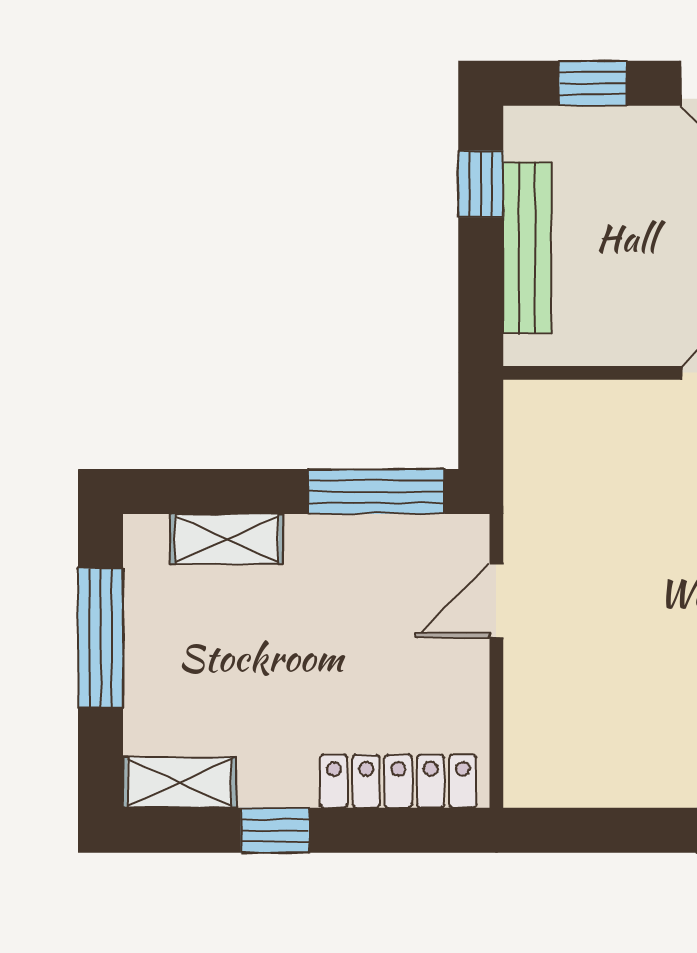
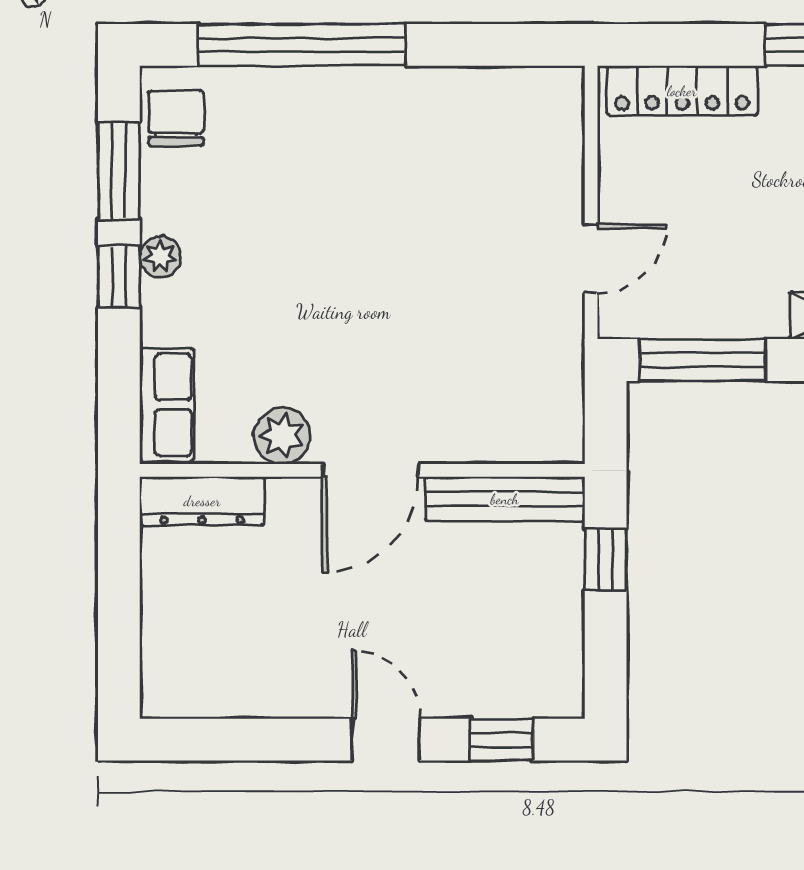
window: (481, 184) -> (606, 560), moved
bench: (527, 248) -> (505, 499), moved, turned 90

